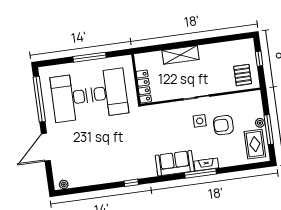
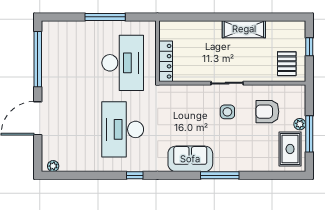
shelving: (181, 55) -> (244, 29), moved
desk: (70, 98) -> (123, 129), moved
armchair: (223, 125) -> (267, 112), moved
fireplace: (206, 164) -> (228, 165), removed

